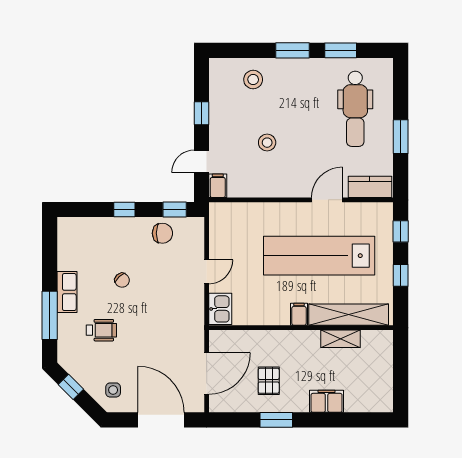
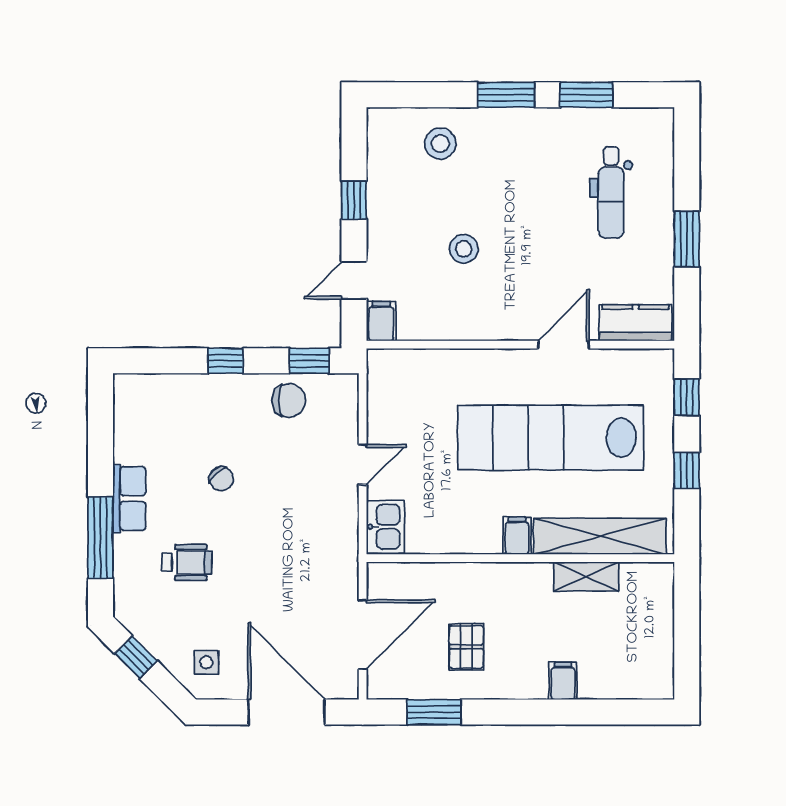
dental chair: (355, 109) -> (611, 192), width x0.73, depth x0.72
filing cabinet: (327, 401) -> (563, 681), width x0.50
window: (276, 420) -> (434, 712), moved

